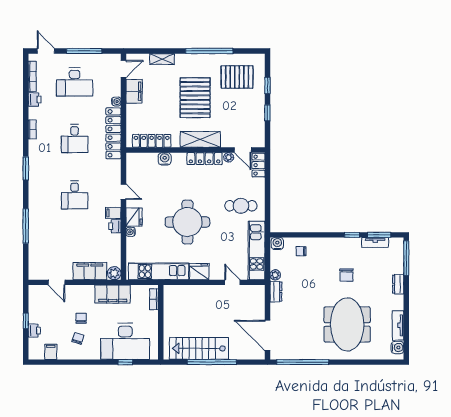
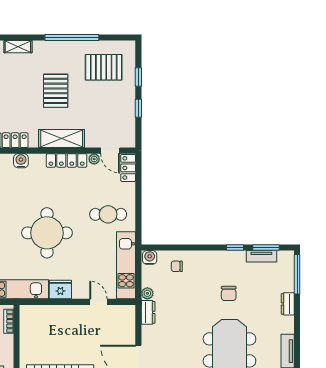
pallet: (195, 98) -> (56, 91), width x0.73, depth x0.71

